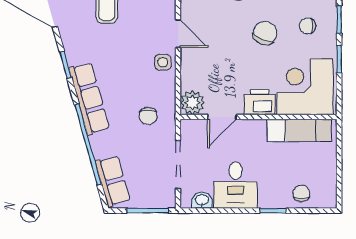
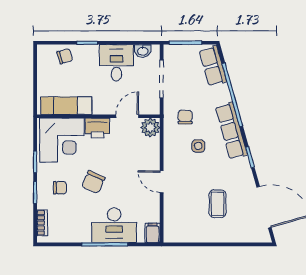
side table: (163, 62) -> (198, 146), moved
chair: (301, 194) -> (65, 56), turned -106

